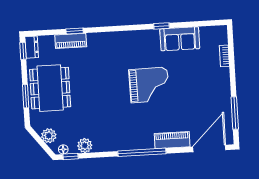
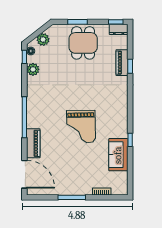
dining table: (50, 88) -> (83, 43), width x0.73
window: (235, 113) -> (72, 197), moved

